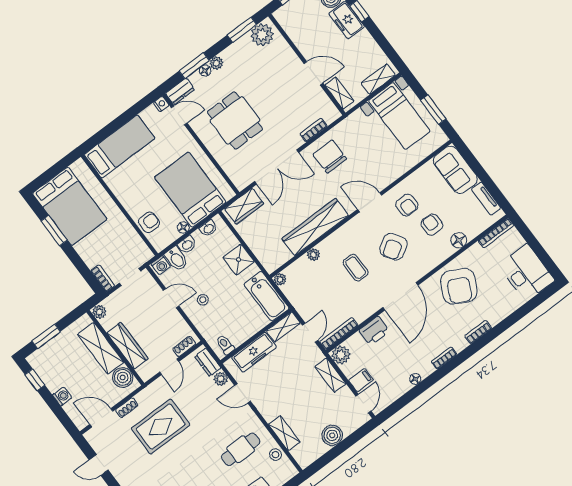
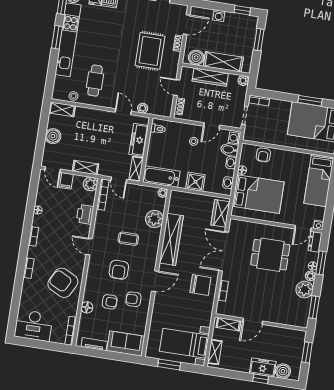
plant: (262, 35) -> (305, 290), moved
armchair: (393, 247) -> (119, 270), turned -147
plant: (313, 255) -> (154, 219), width x1.88, depth x1.88
door: (400, 296) -> (89, 247), width x0.53
dresser: (208, 362) -> (158, 110), removed
door: (243, 393) -> (123, 112), hinge flipped
shelving: (284, 433) -> (62, 109), moved

